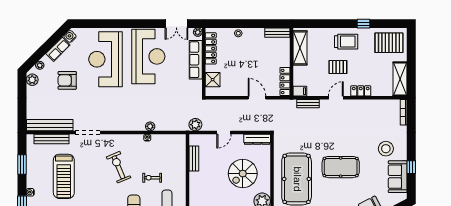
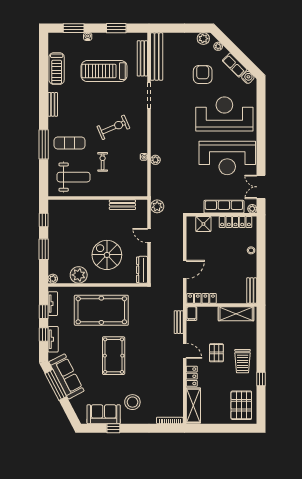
shelving: (400, 79) -> (193, 406), moved, turned 90

